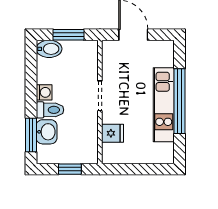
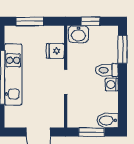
washbasin: (47, 132) -> (78, 34), moved, turned -90
window: (143, 169) -> (30, 21), added

